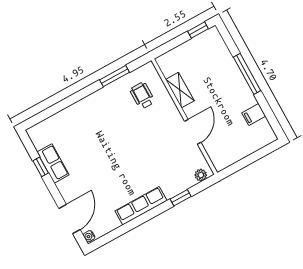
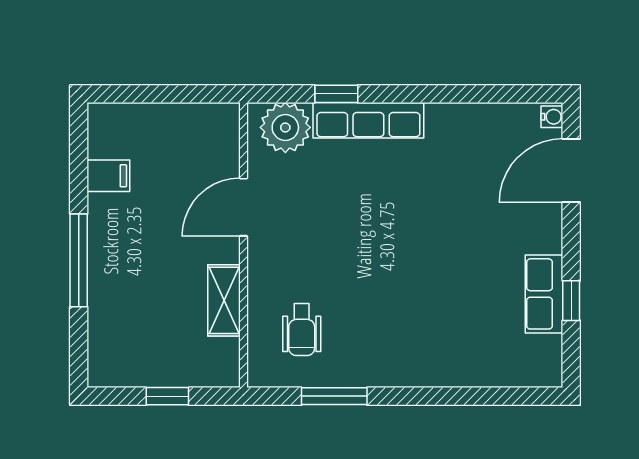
window: (198, 30) -> (167, 396), moved
plant: (201, 175) -> (285, 127), width x1.88, depth x1.88
row of seats: (141, 206) -> (368, 120), moved

